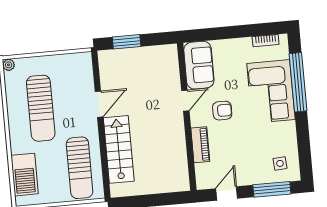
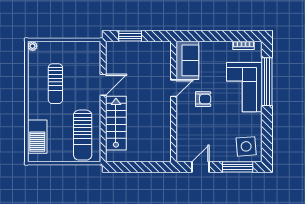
sun lounger: (41, 108) -> (55, 84), width x0.73, depth x0.75
piano: (200, 145) -> (183, 125), removed
side table: (280, 163) -> (246, 146), width x1.87, depth x1.87

